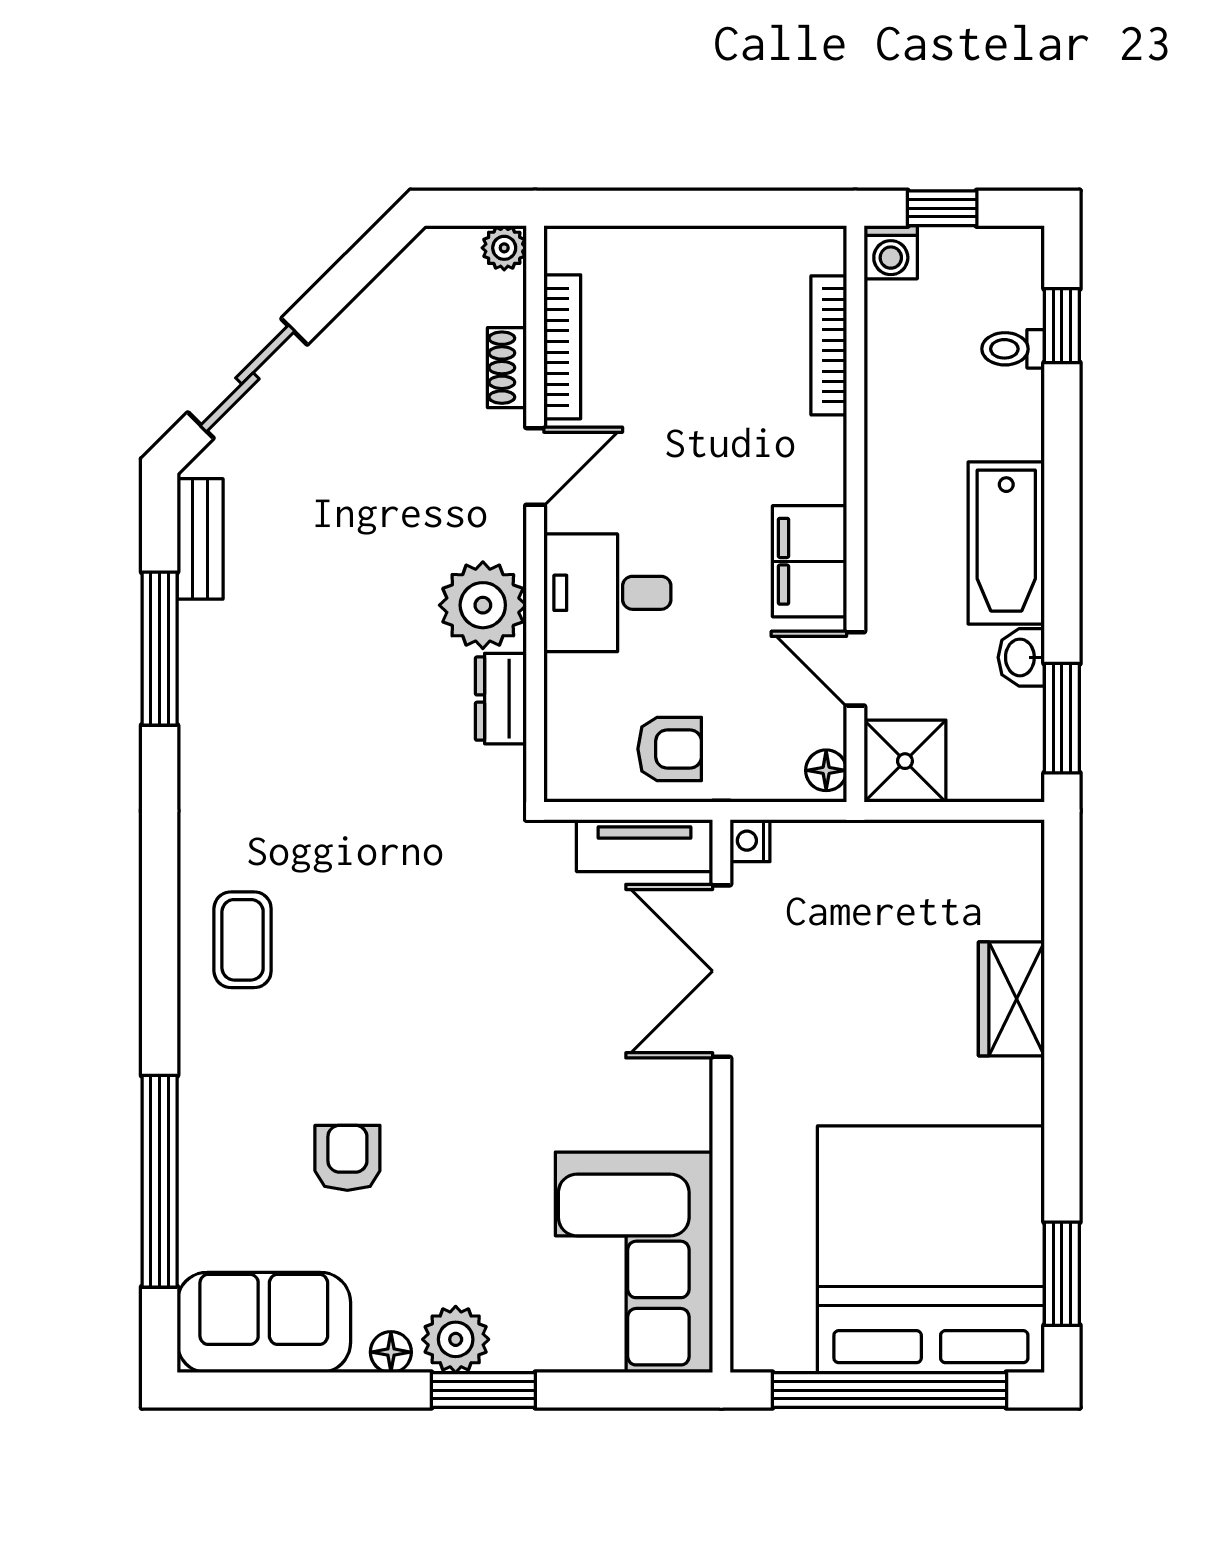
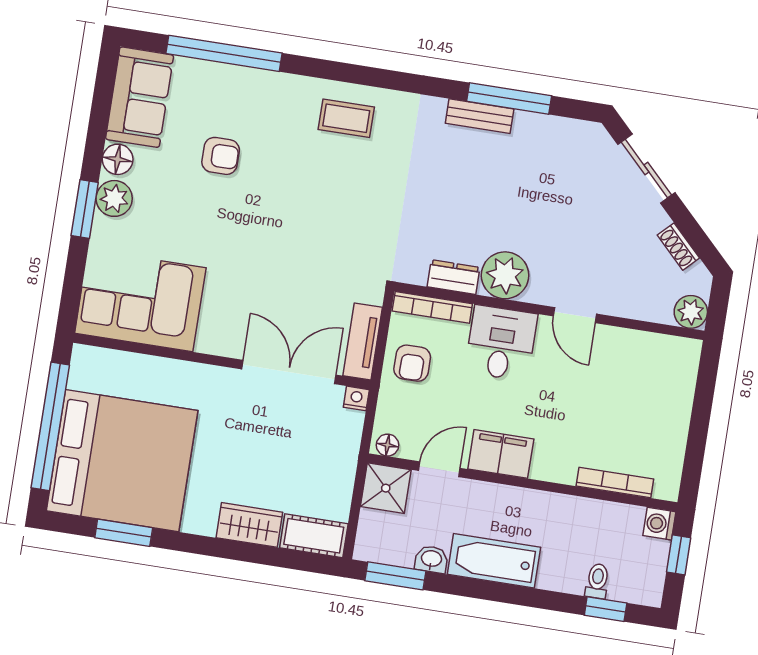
plant: (504, 248) -> (691, 312), width x1.38, depth x1.38
bookcase: (562, 347) -> (432, 307), moved
shoe rack: (507, 368) -> (678, 247), moved, turned -135
bench: (200, 539) -> (480, 116), moved
cot: (1012, 878) -> (314, 536), added
window: (1062, 1274) -> (124, 533), moved
floor lamp: (391, 1352) -> (118, 159), width x1.37, depth x1.37

